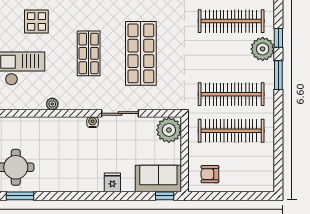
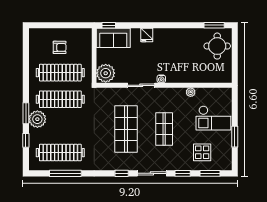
plant: (263, 49) -> (37, 119), moved
armchair: (210, 174) -> (60, 47), moved

